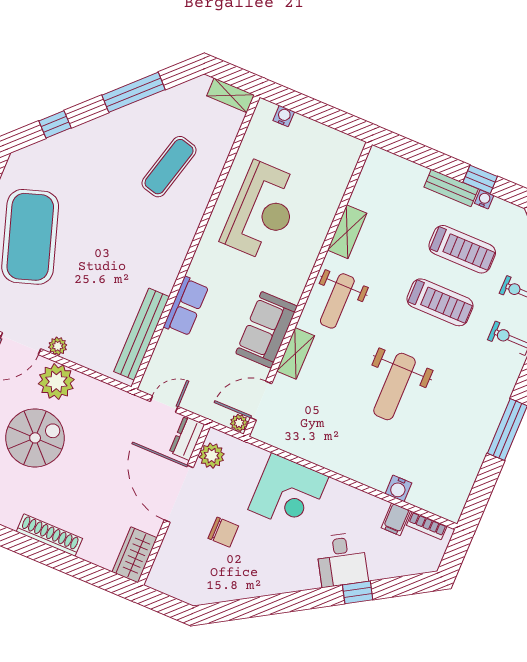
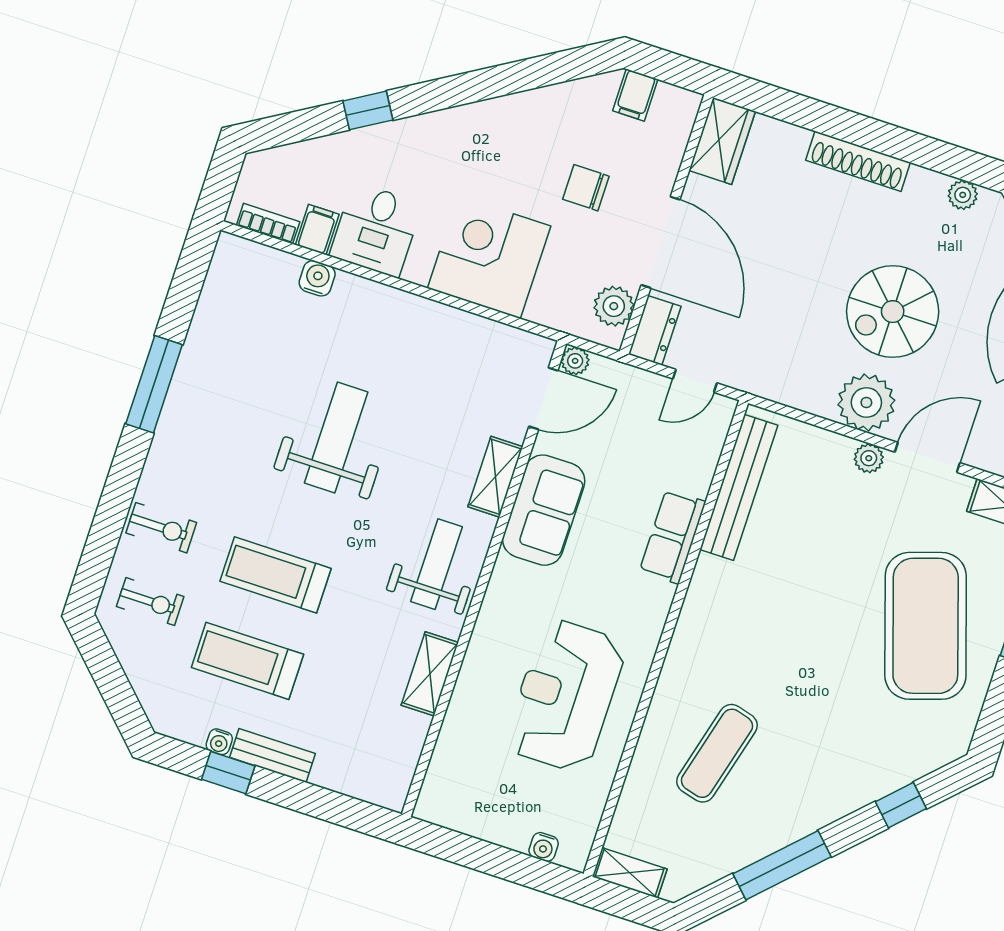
desk: (342, 560) -> (376, 230), moved, turned -149
filing cabinet: (187, 588) -> (635, 95), added

